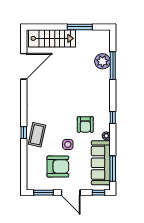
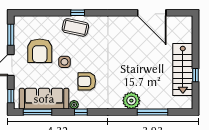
window: (80, 27) -> (196, 75), width x0.46
stairs: (52, 38) -> (183, 69), moved
plant: (102, 61) -> (131, 101), moved
window: (113, 117) -> (81, 112), moved

